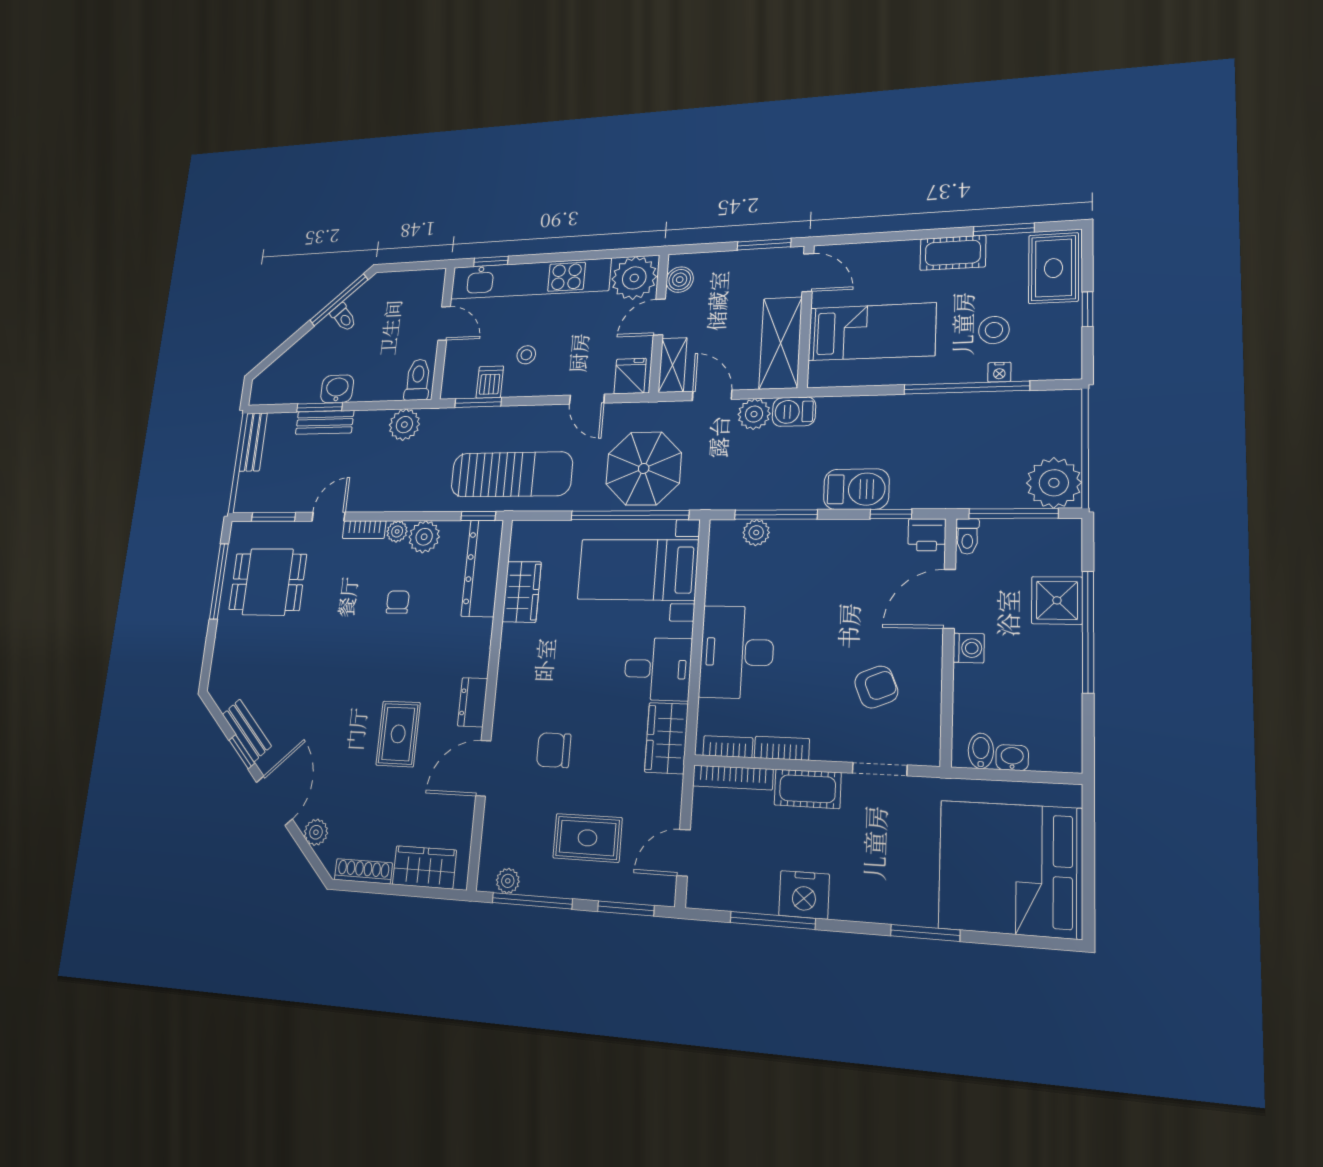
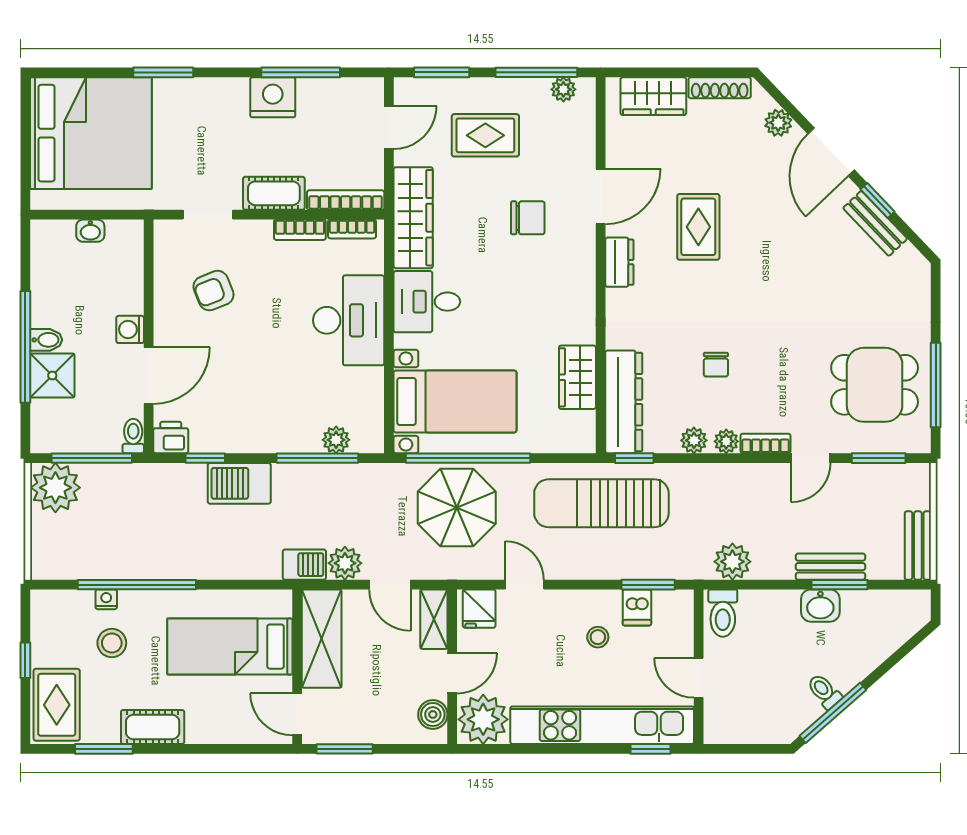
plant: (424, 537) -> (694, 440), width x0.73, depth x0.73
wardrobe: (666, 738) -> (413, 218), width x1.50
bidet: (981, 751) -> (46, 340), moved, turned -90

